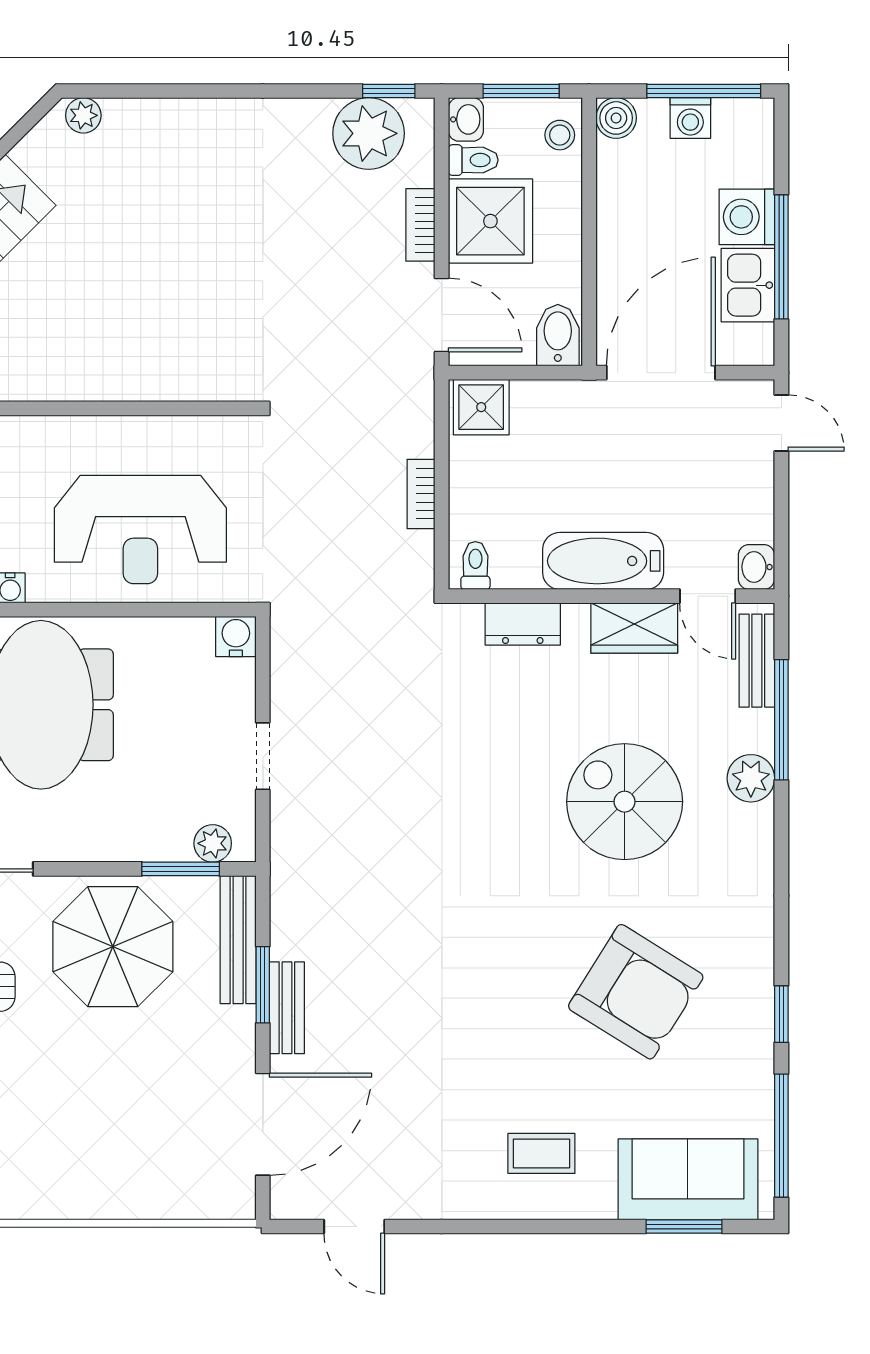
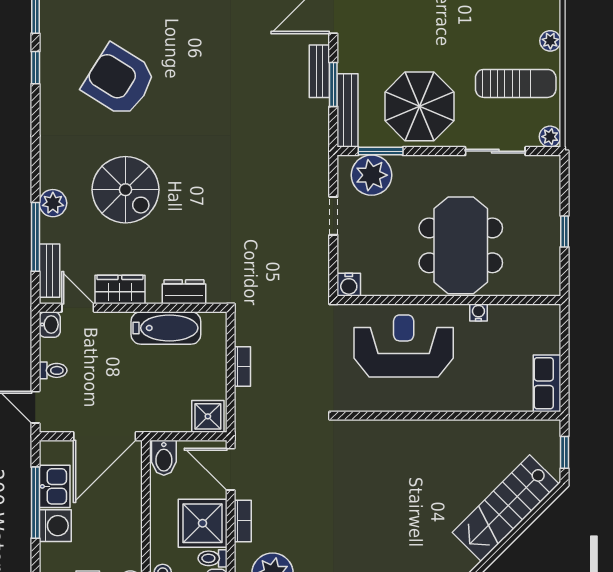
bathtub: (603, 561) -> (166, 328), moved
toilet: (475, 565) -> (53, 370), moved, turned -90
plant: (213, 843) -> (372, 175), width x1.87, depth x1.87

